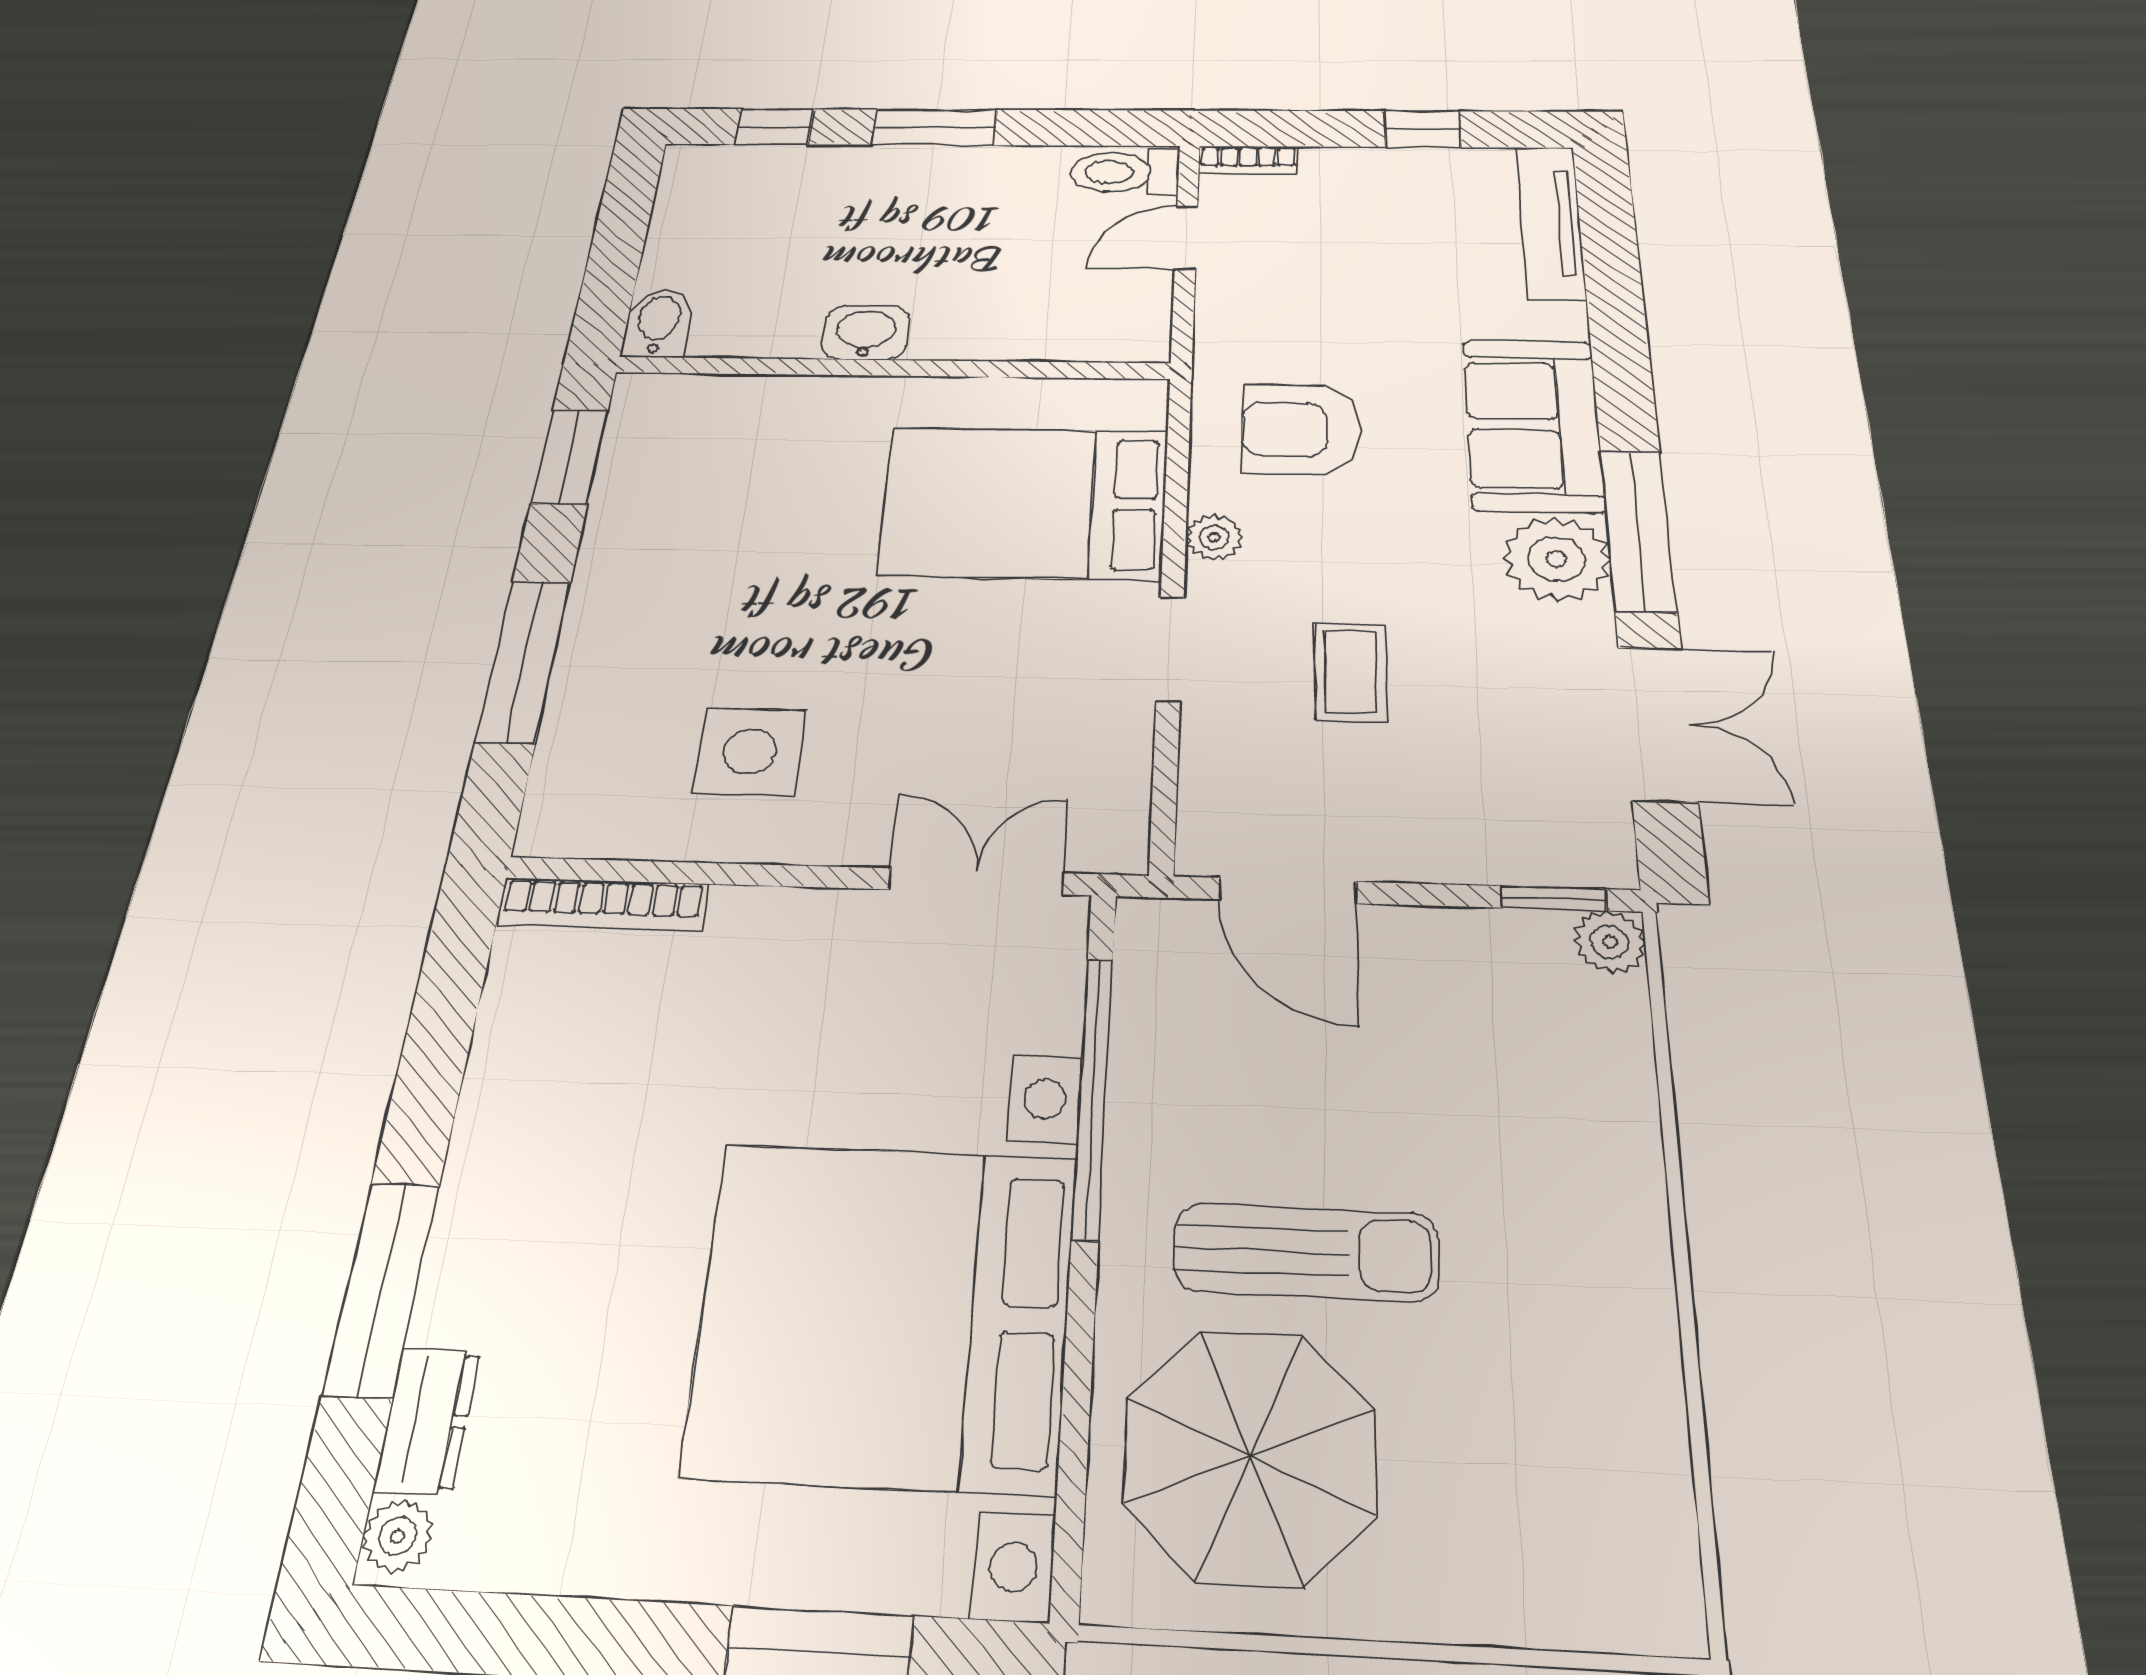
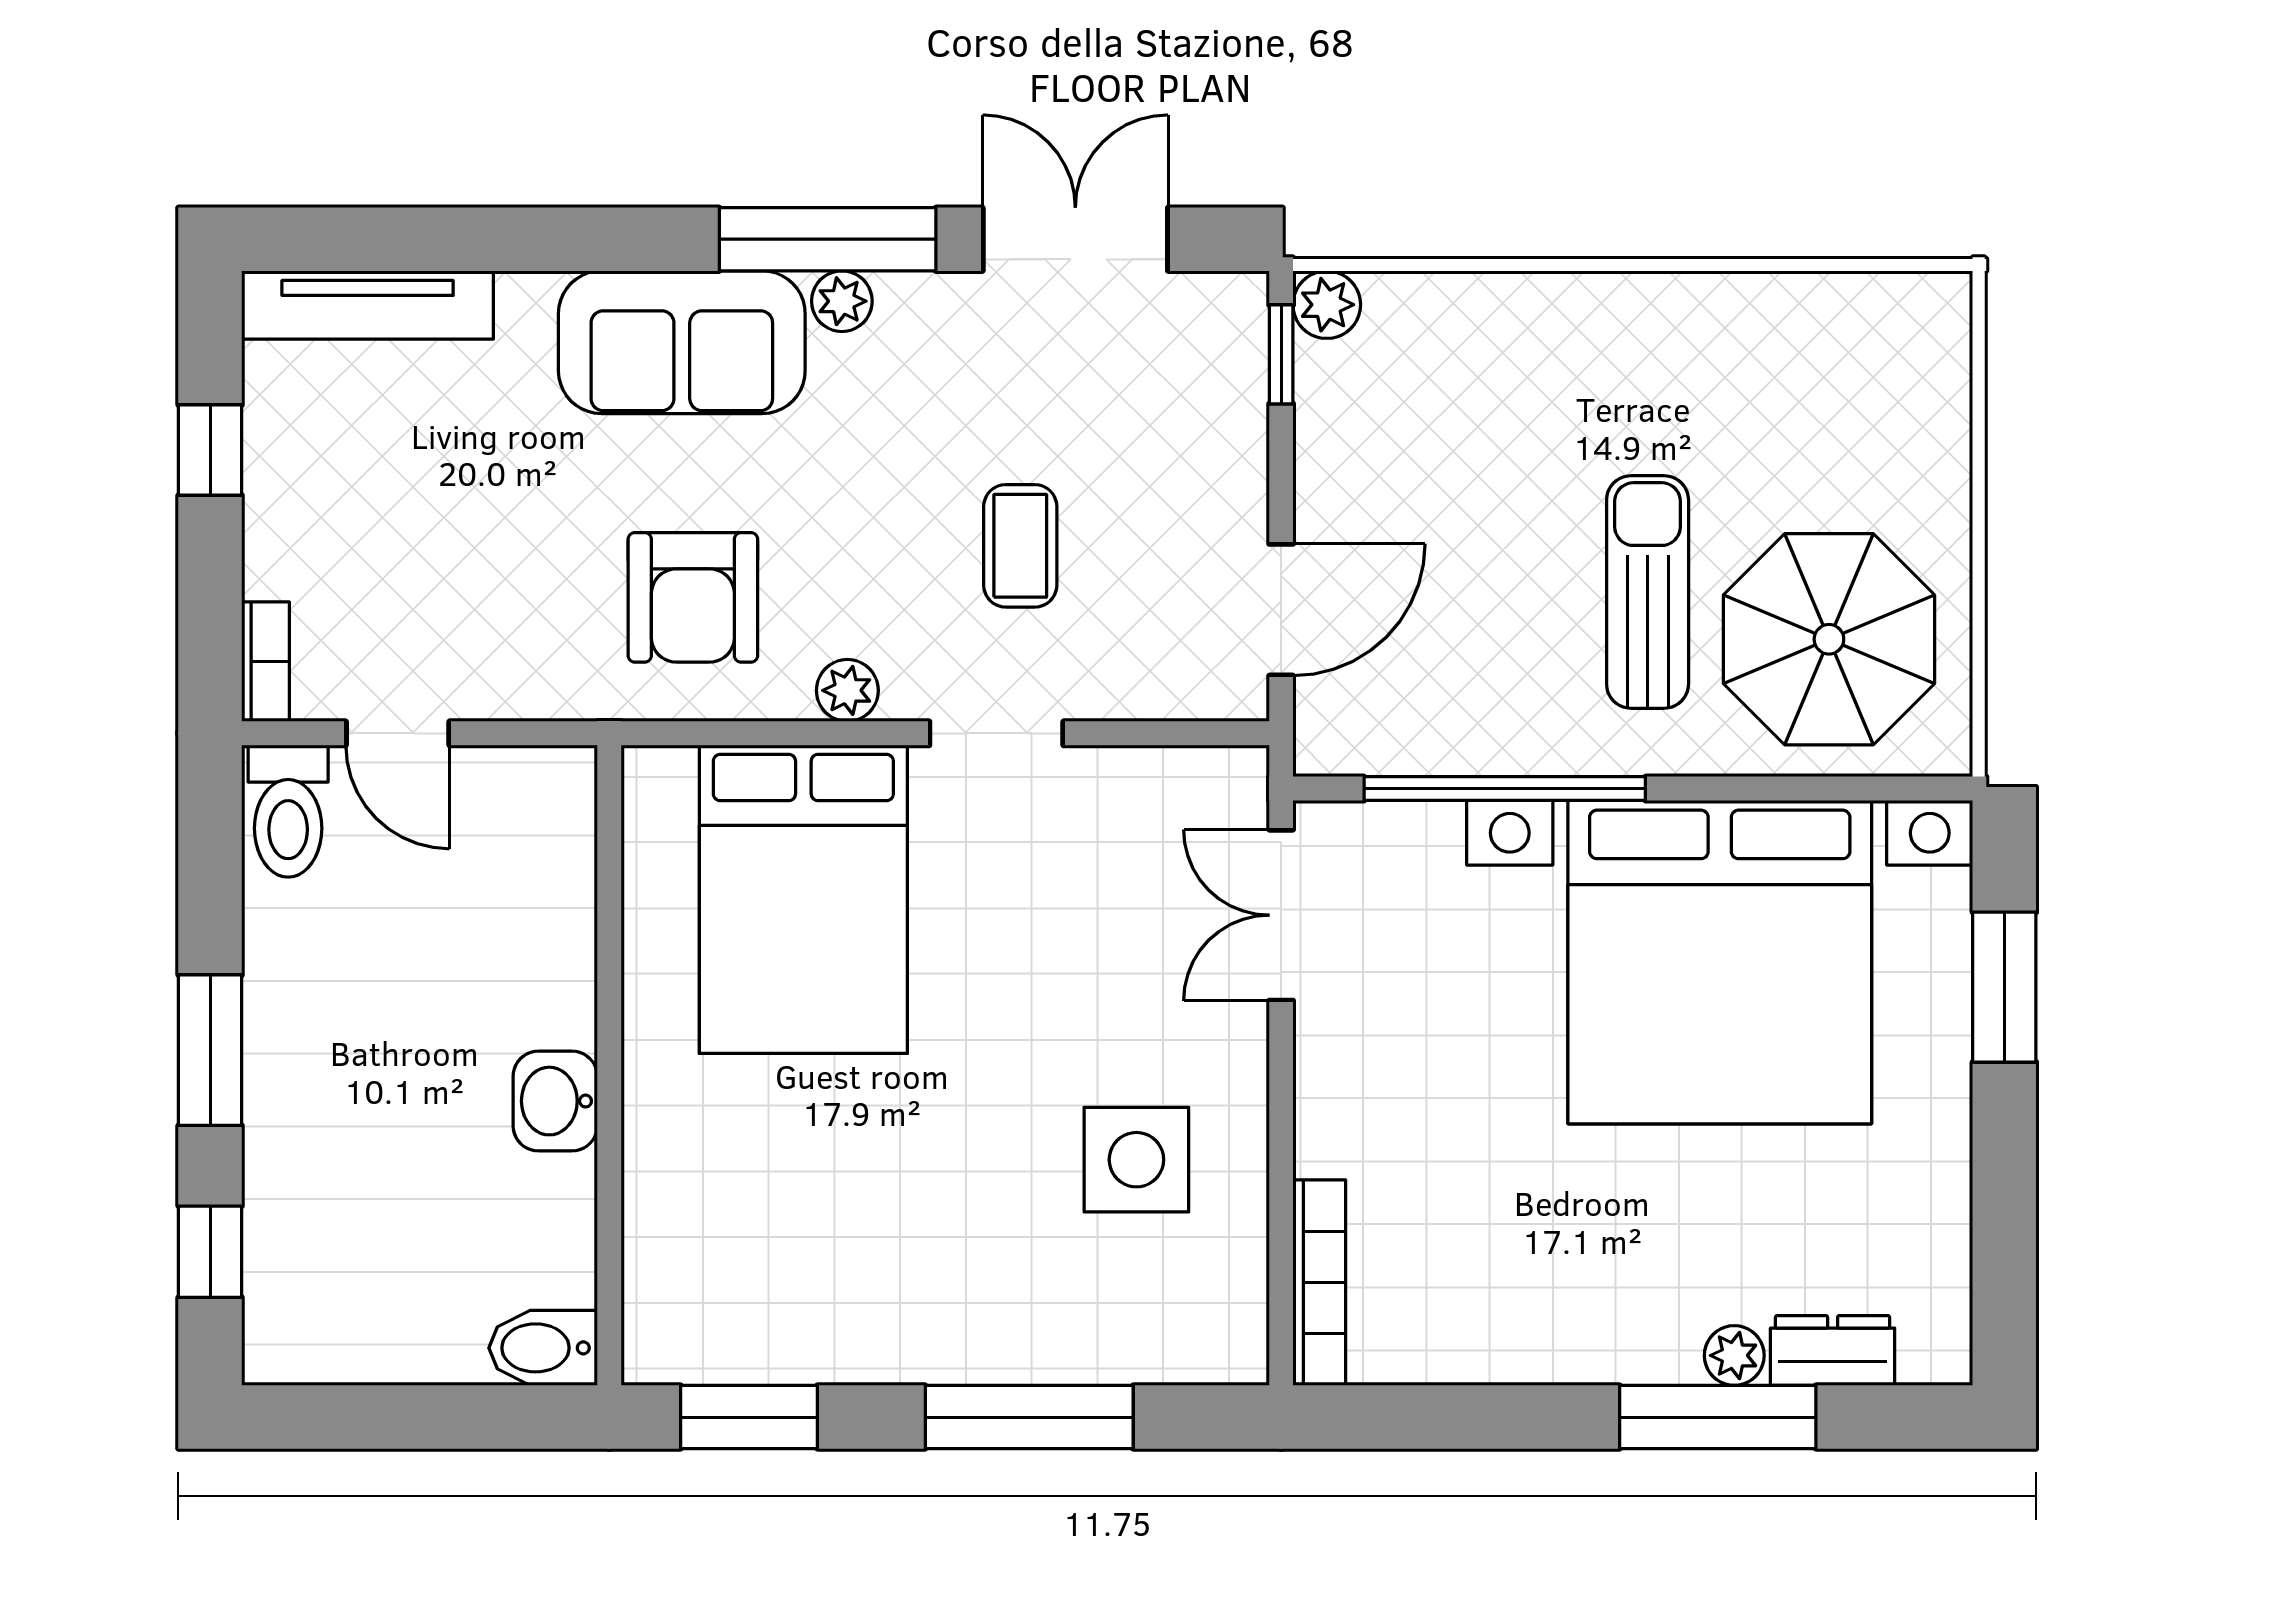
plant: (1556, 559) -> (842, 301), width x0.53, depth x0.53
coffee table: (1351, 672) -> (1020, 546), turned 90
plant: (398, 1536) -> (1734, 1355), moved

